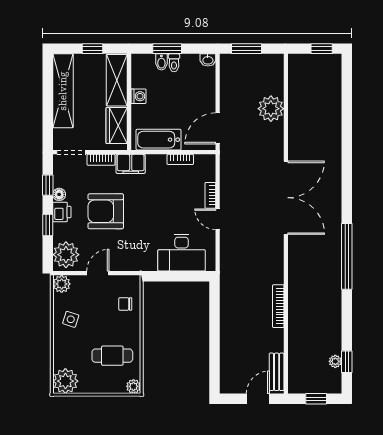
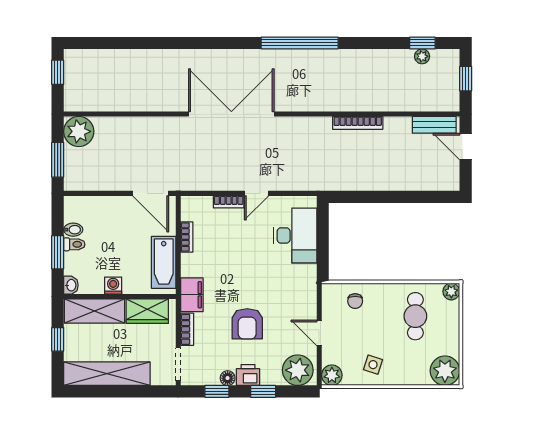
washbasin: (208, 60) -> (71, 285), moved
bidet: (161, 62) -> (73, 230), moved
plant: (271, 109) -> (79, 131), moved
armchair: (106, 211) -> (247, 324), width x0.73, depth x0.73

